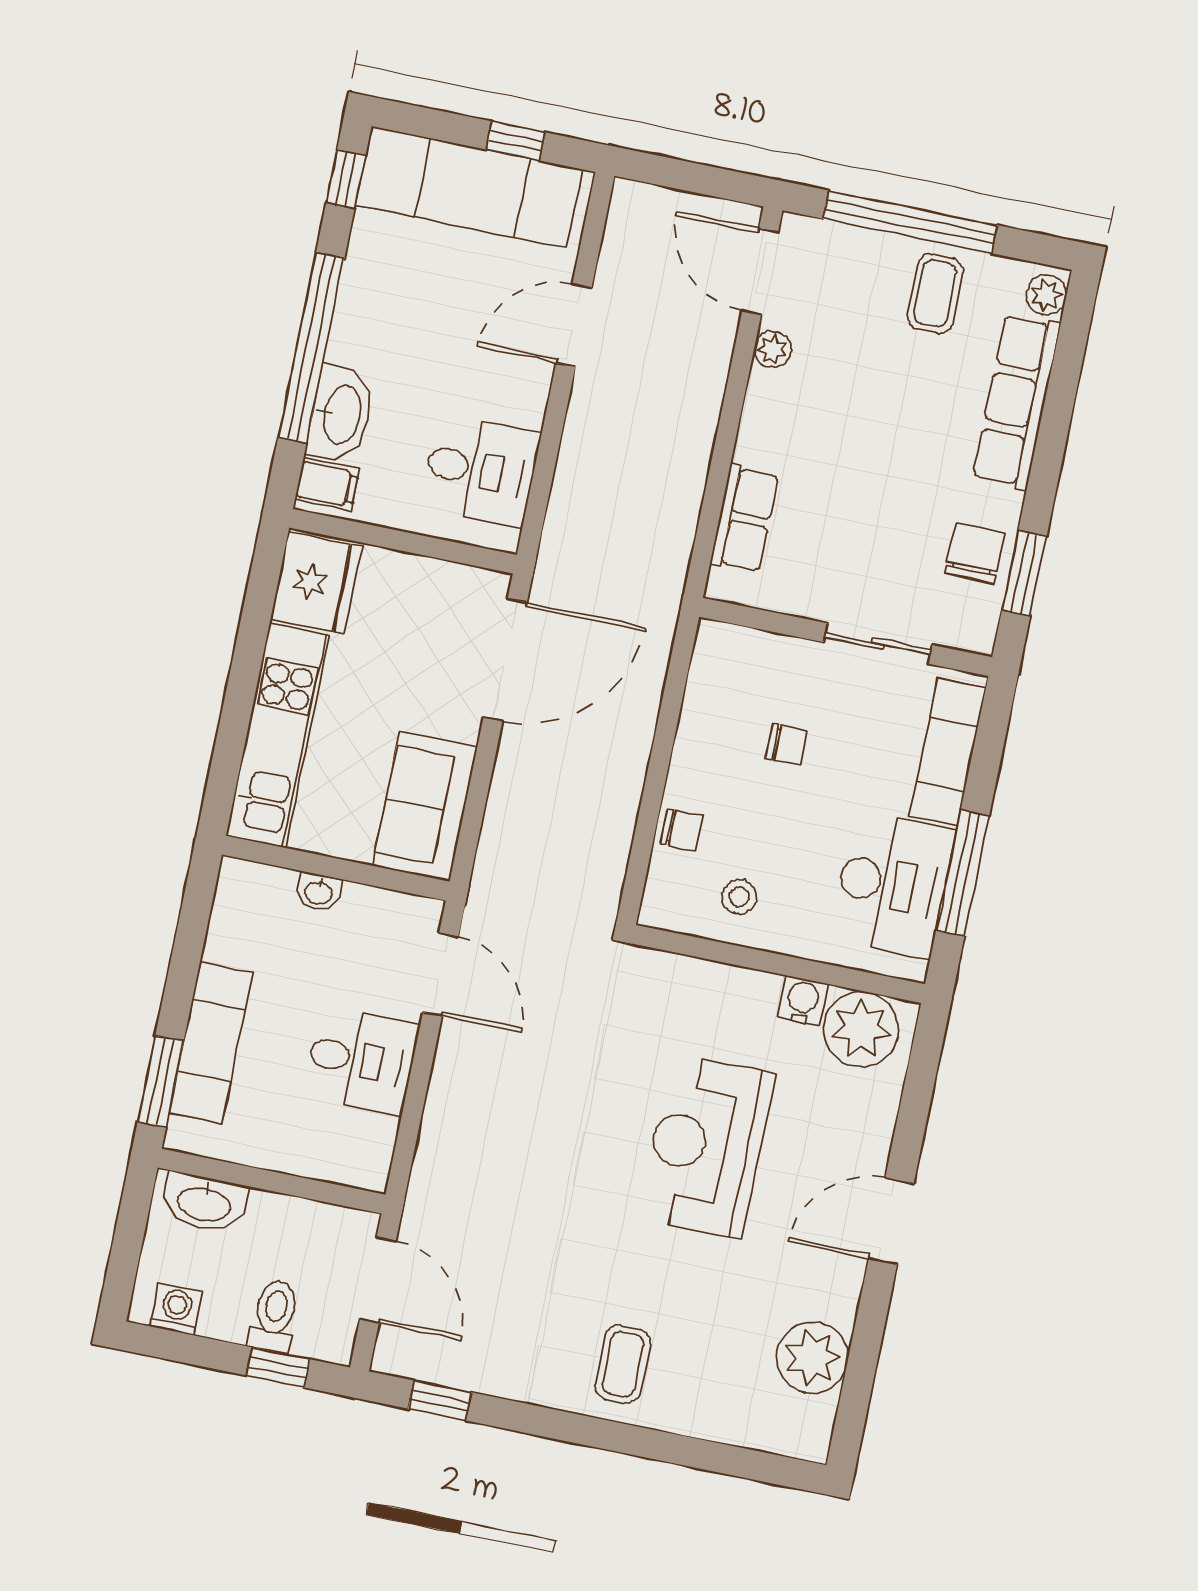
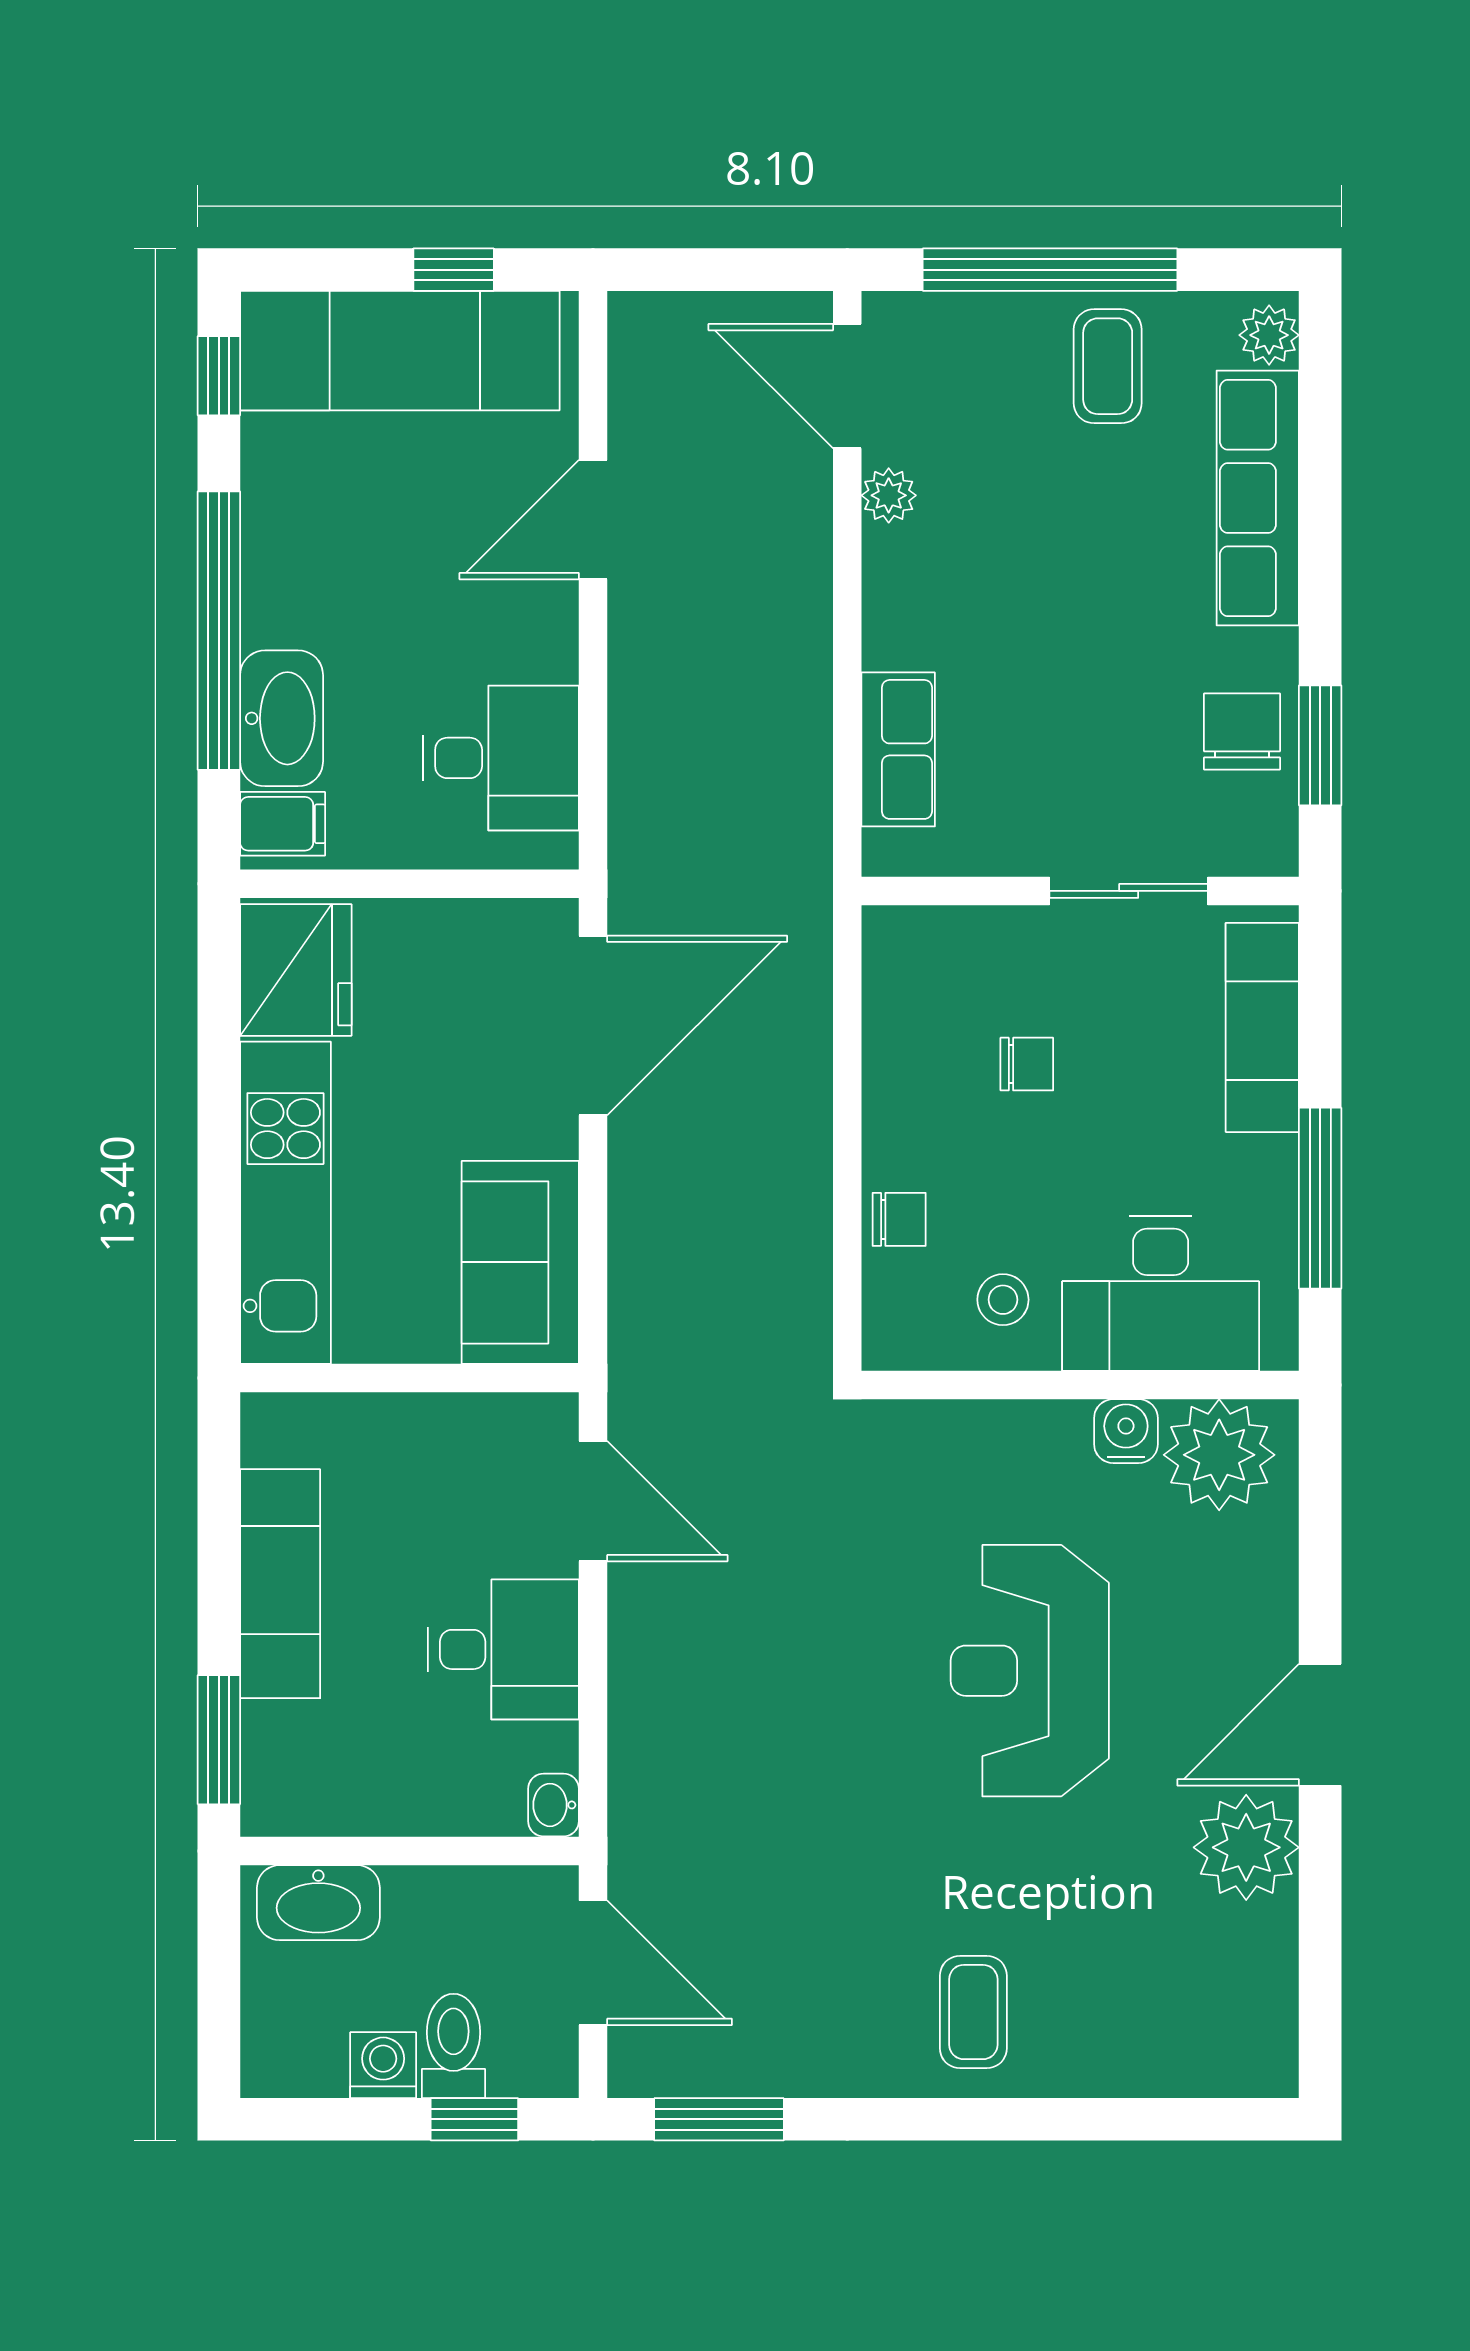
desk: (892, 885) -> (1161, 1294), moved, turned 90
washbasin: (319, 892) -> (554, 1805), moved, turned 90
exam couch: (211, 1043) -> (280, 1584), moved
washing machine: (176, 1309) -> (383, 2065), moved
plant: (812, 1358) -> (1246, 1847), moved
window: (440, 1401) -> (719, 2119), width x1.50

